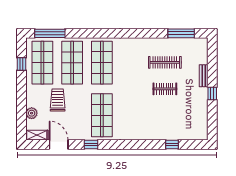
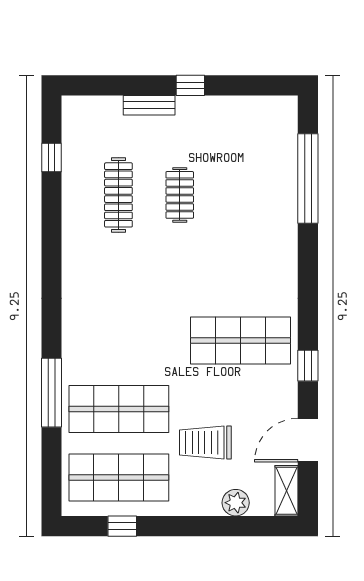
window: (50, 33) -> (51, 393), moved
window: (181, 33) -> (51, 158), width x0.46
shop shelf: (102, 63) -> (119, 341), removed
window: (172, 144) -> (308, 178), width x3.17

